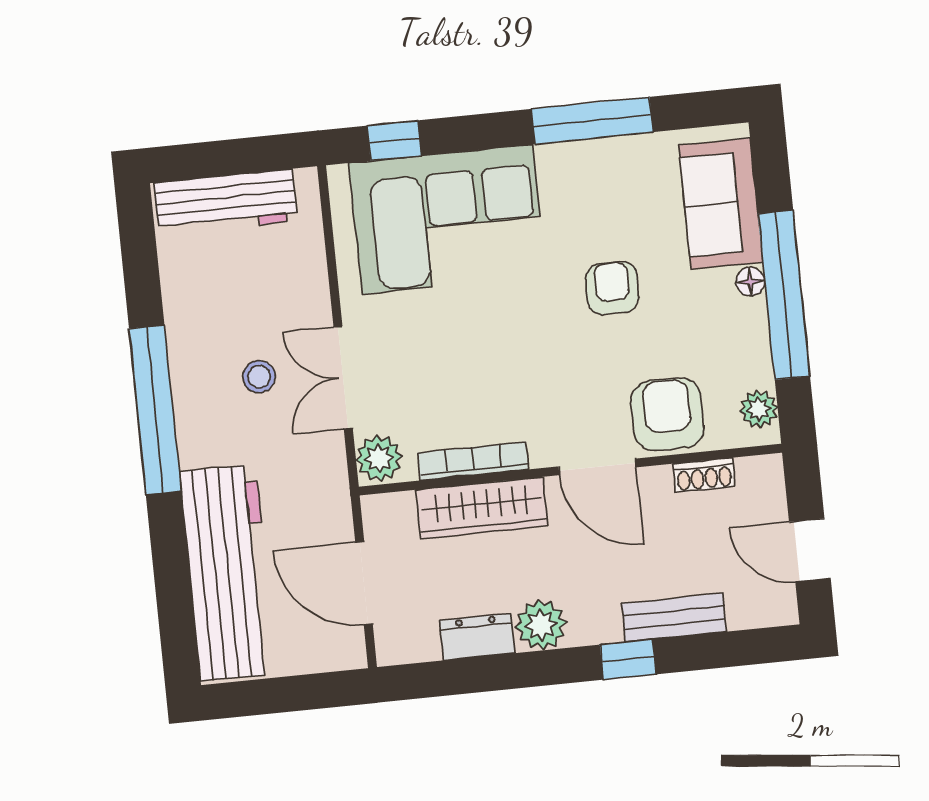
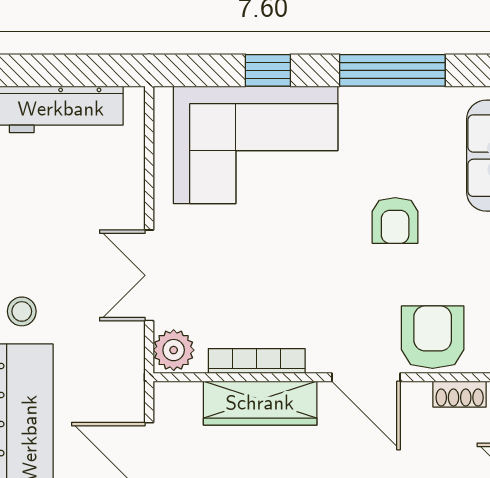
window: (394, 141) -> (268, 70), moved
armchair: (612, 288) -> (395, 220), turned 180
stool: (259, 377) -> (22, 311), moved

